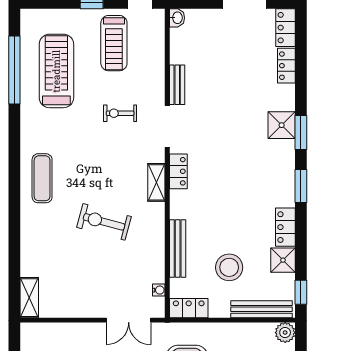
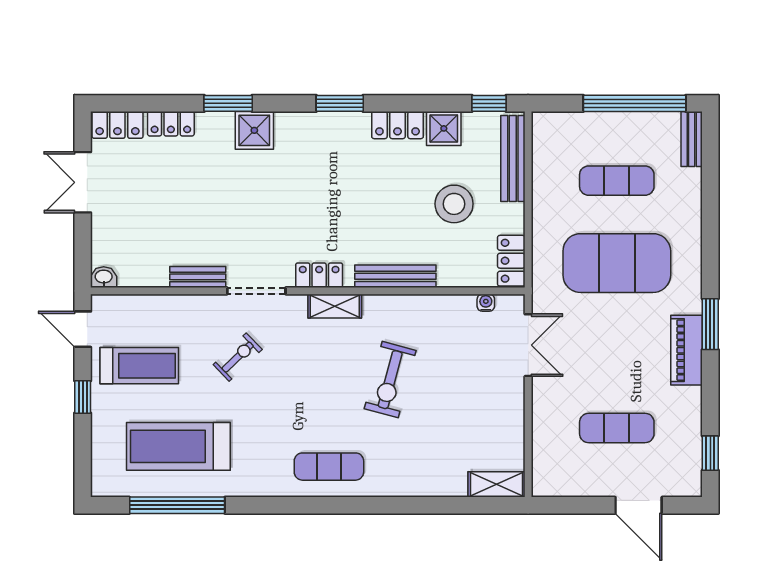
exercise bike: (120, 113) -> (238, 357), turned -134
window: (301, 132) -> (228, 103), moved
bench: (178, 249) -> (395, 276), moved
plant: (285, 333) -> (545, 125), removed

